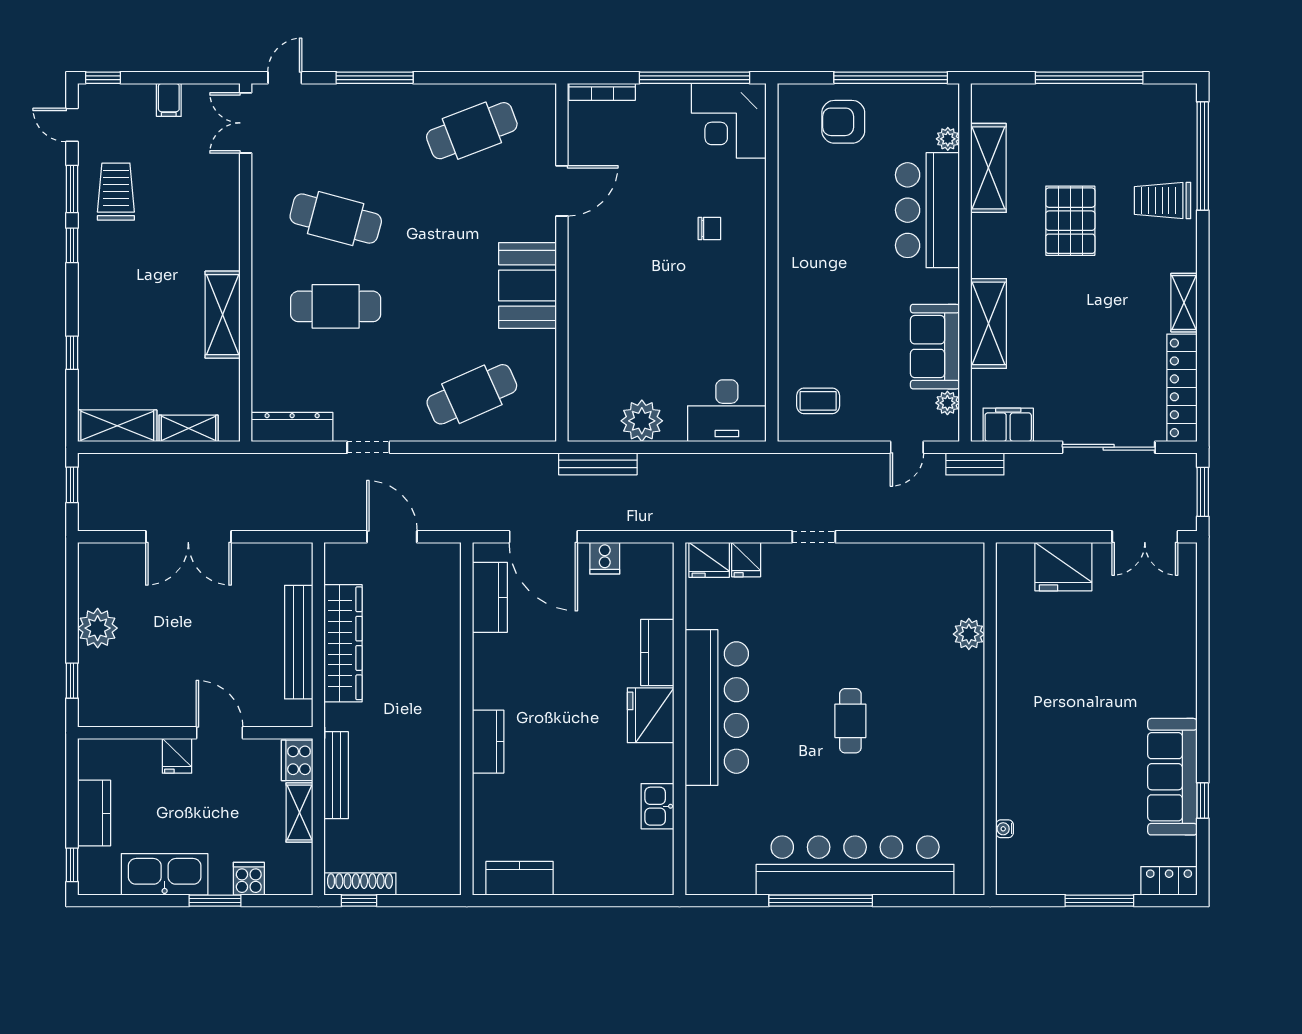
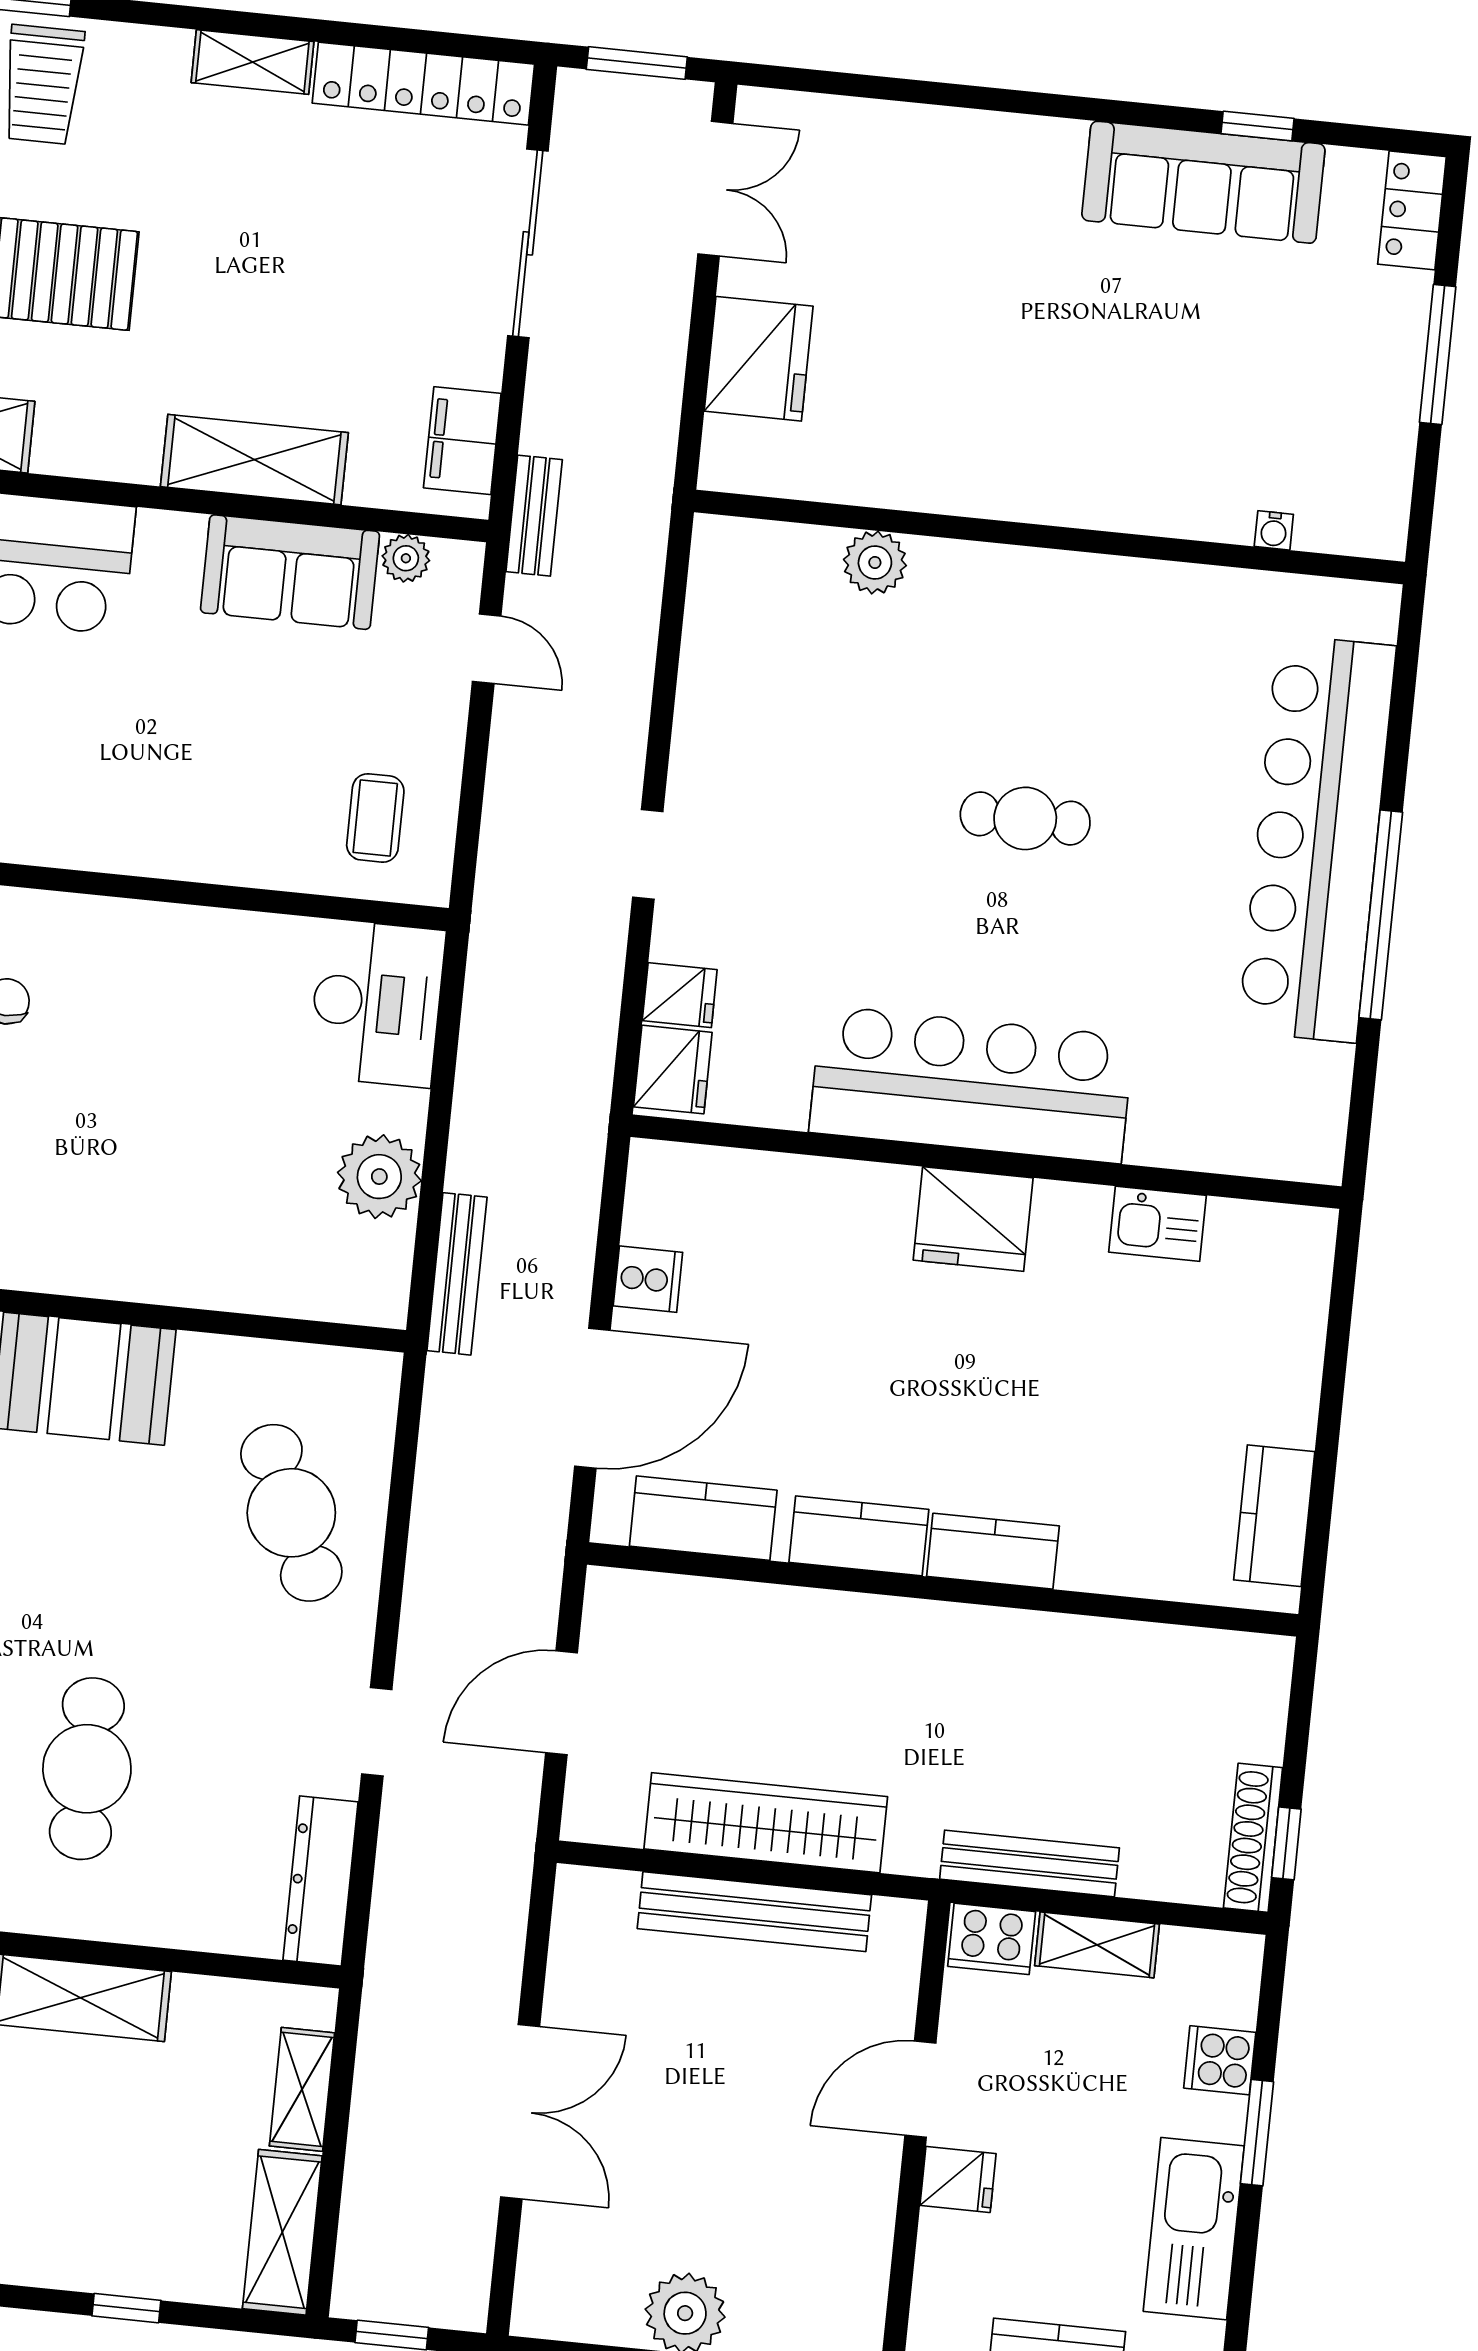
kitchen counter: (657, 652) -> (859, 1536), moved, turned 180

